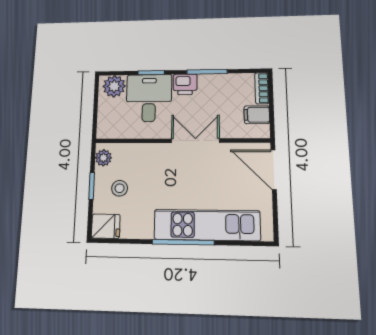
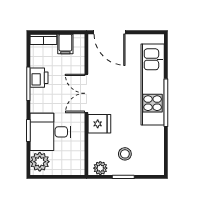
printer: (185, 84) -> (39, 78), moved
door: (274, 170) -> (110, 32), hinge flipped
fridge: (106, 226) -> (99, 124), moved, turned 90

